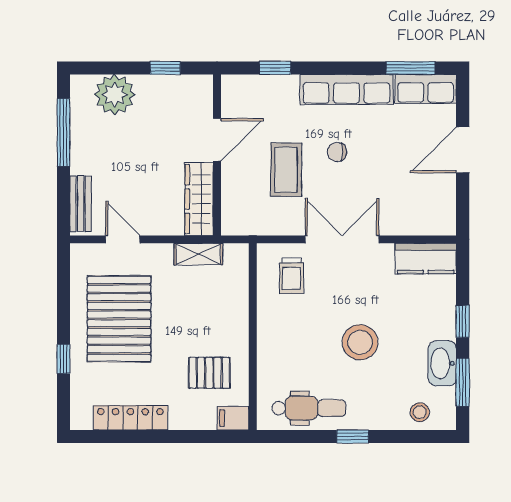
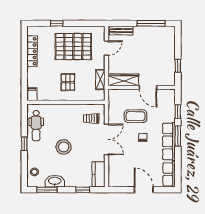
window: (410, 68) -> (178, 136), moved
plant: (115, 95) -> (167, 45), removed
window: (463, 321) -> (83, 190), moved
pallet: (209, 373) -> (68, 82), moved

